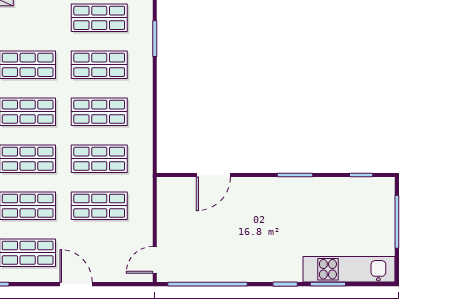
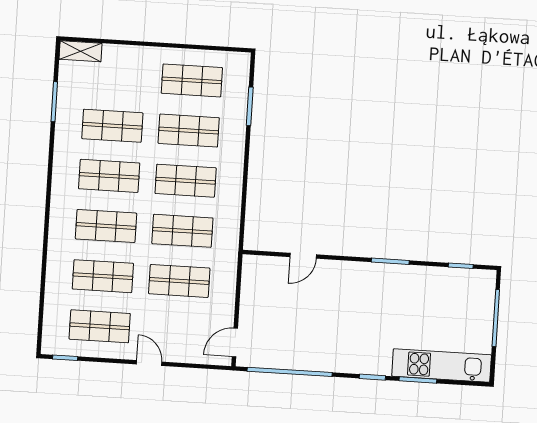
door: (213, 175) -> (303, 256), width x0.73
door: (76, 284) -> (149, 363), width x0.73

